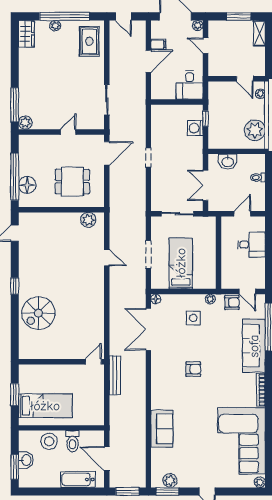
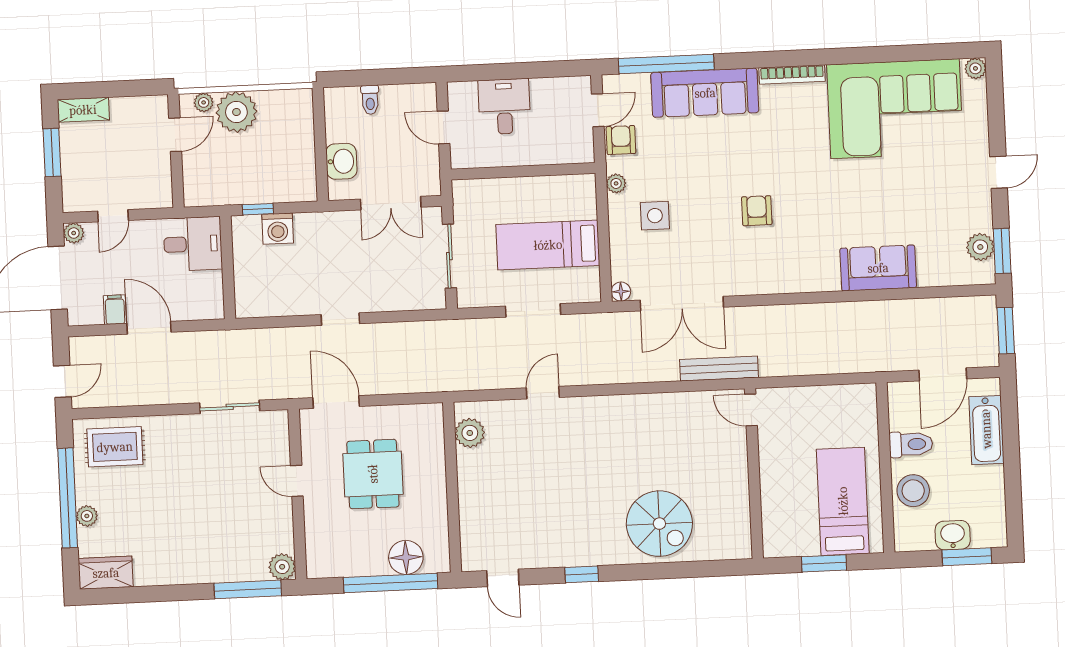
plant: (255, 130) -> (236, 112), moved
dining table: (72, 182) -> (373, 474), moved
window: (15, 286) -> (582, 574), moved
bench: (115, 375) -> (719, 369), moved

